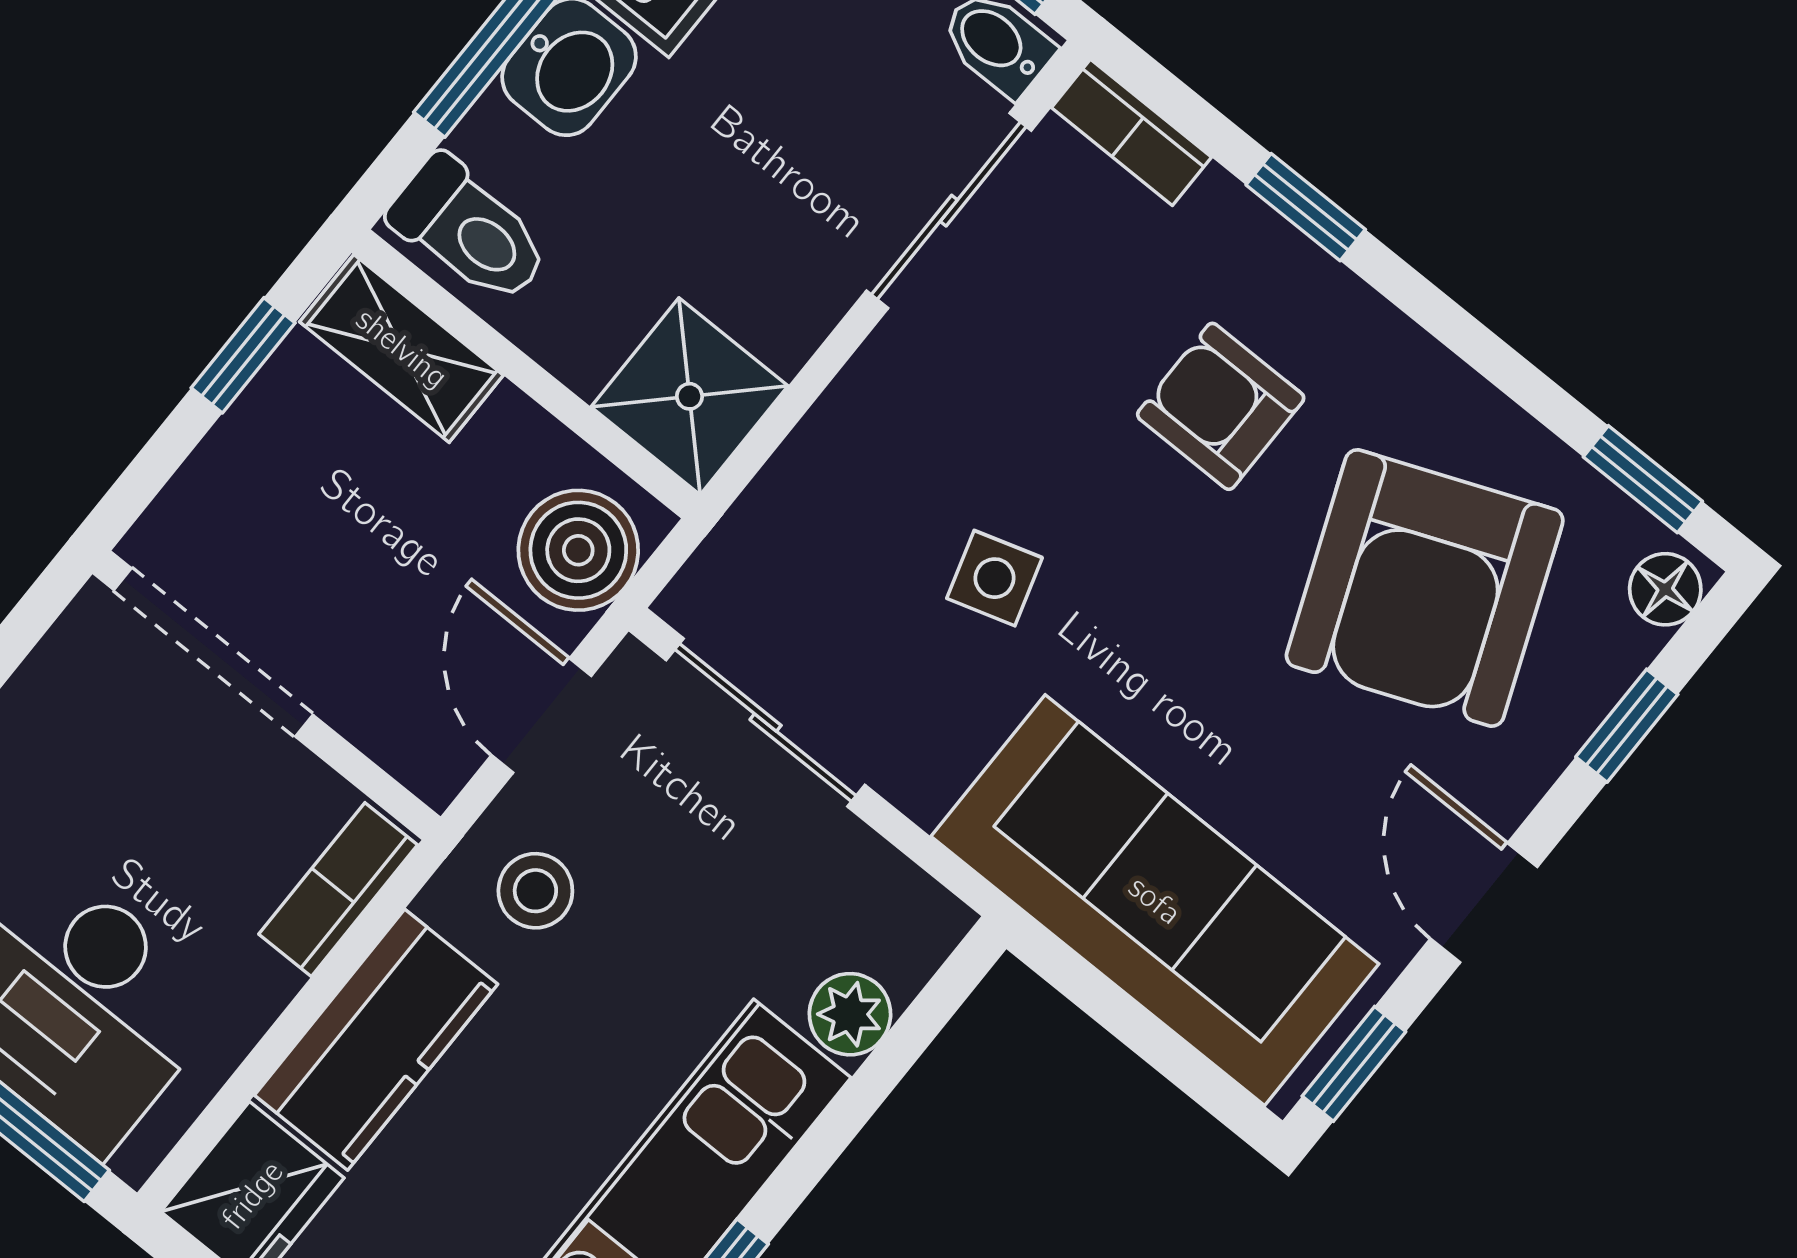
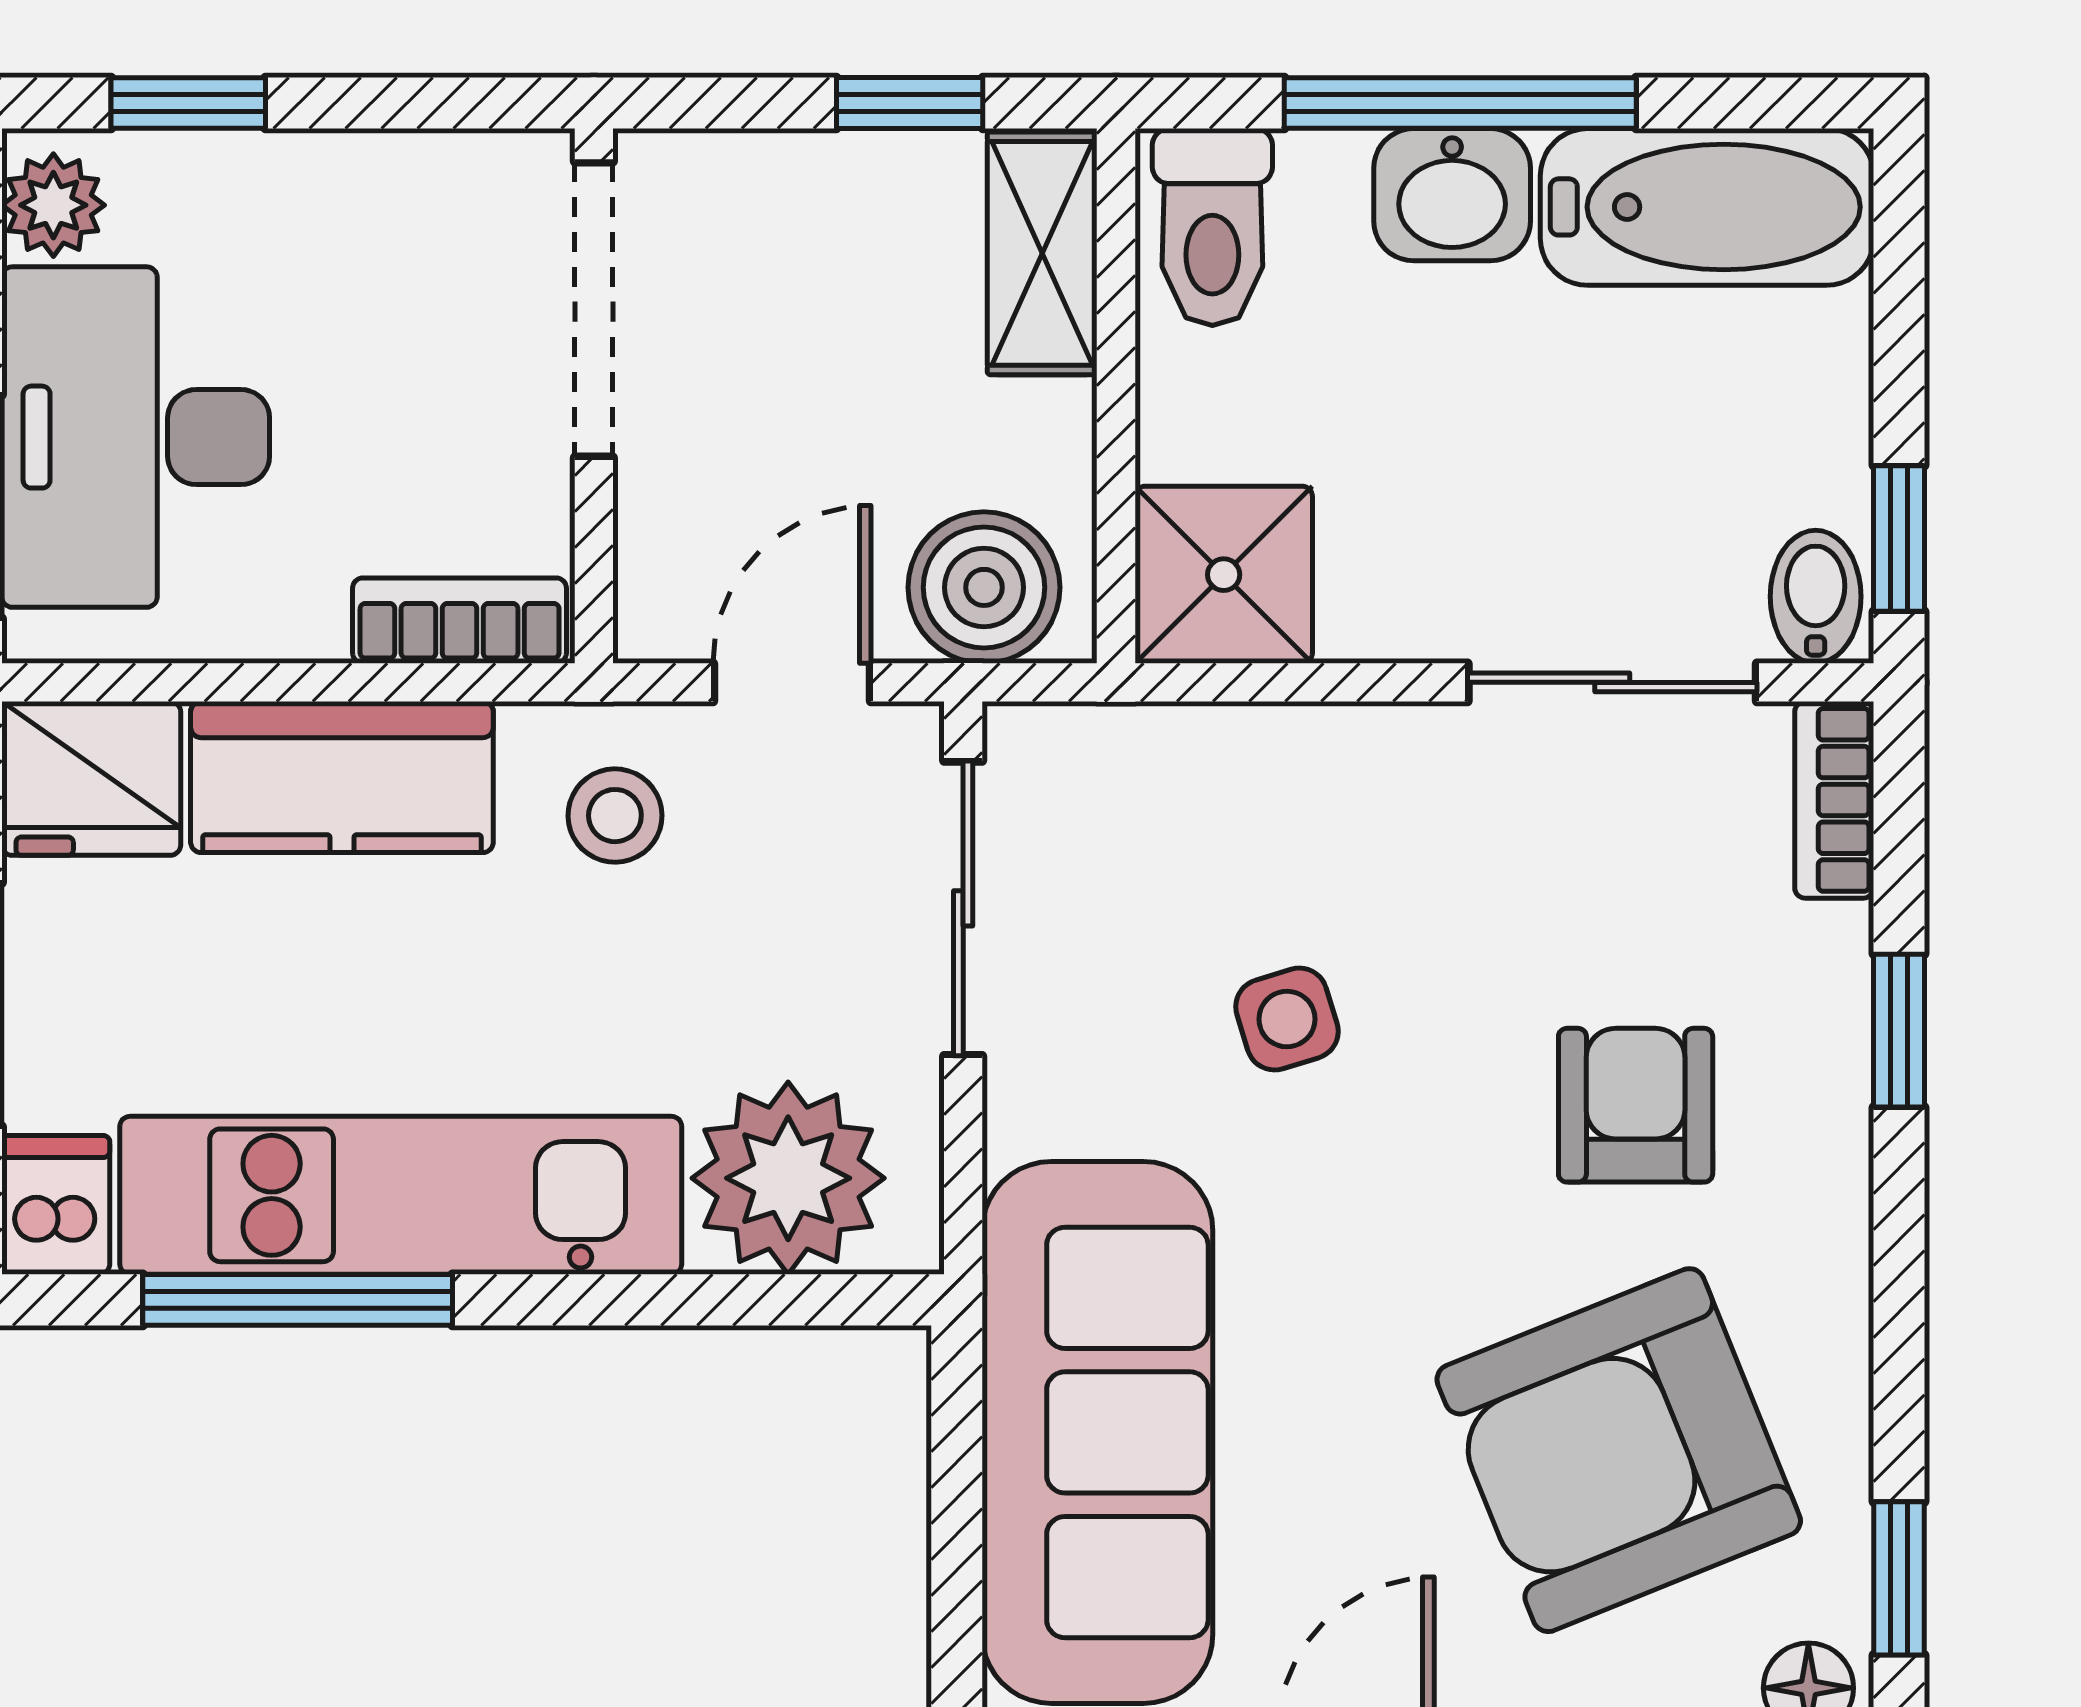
plant: (850, 1014) -> (788, 1178), width x1.88, depth x1.88

